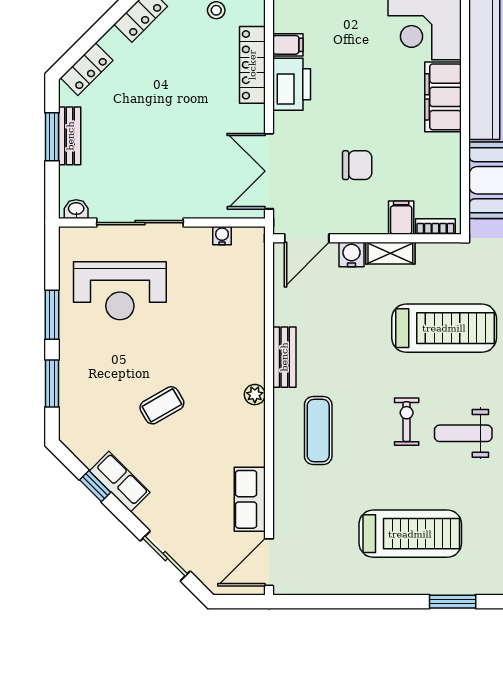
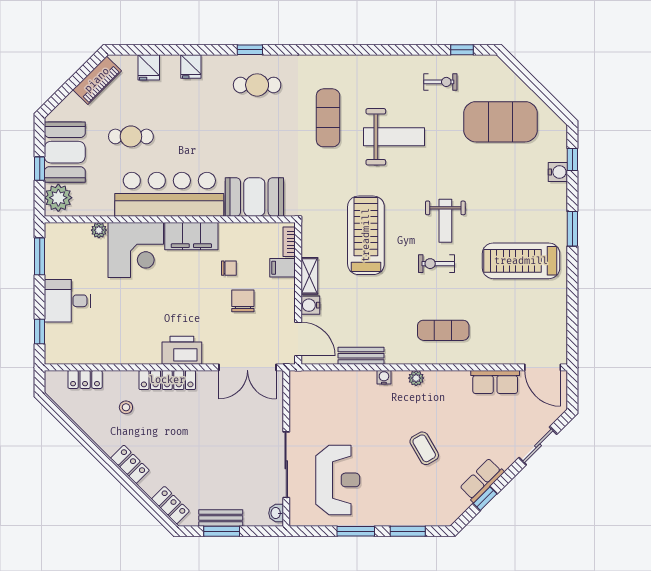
filing cabinet: (288, 45) -> (152, 353), removed
chair: (401, 147) -> (229, 268), added
water cooler: (222, 236) -> (384, 377), moved, turned 90
bench: (284, 357) -> (361, 356), moved
treadmill: (410, 534) -> (521, 261), turned -90

